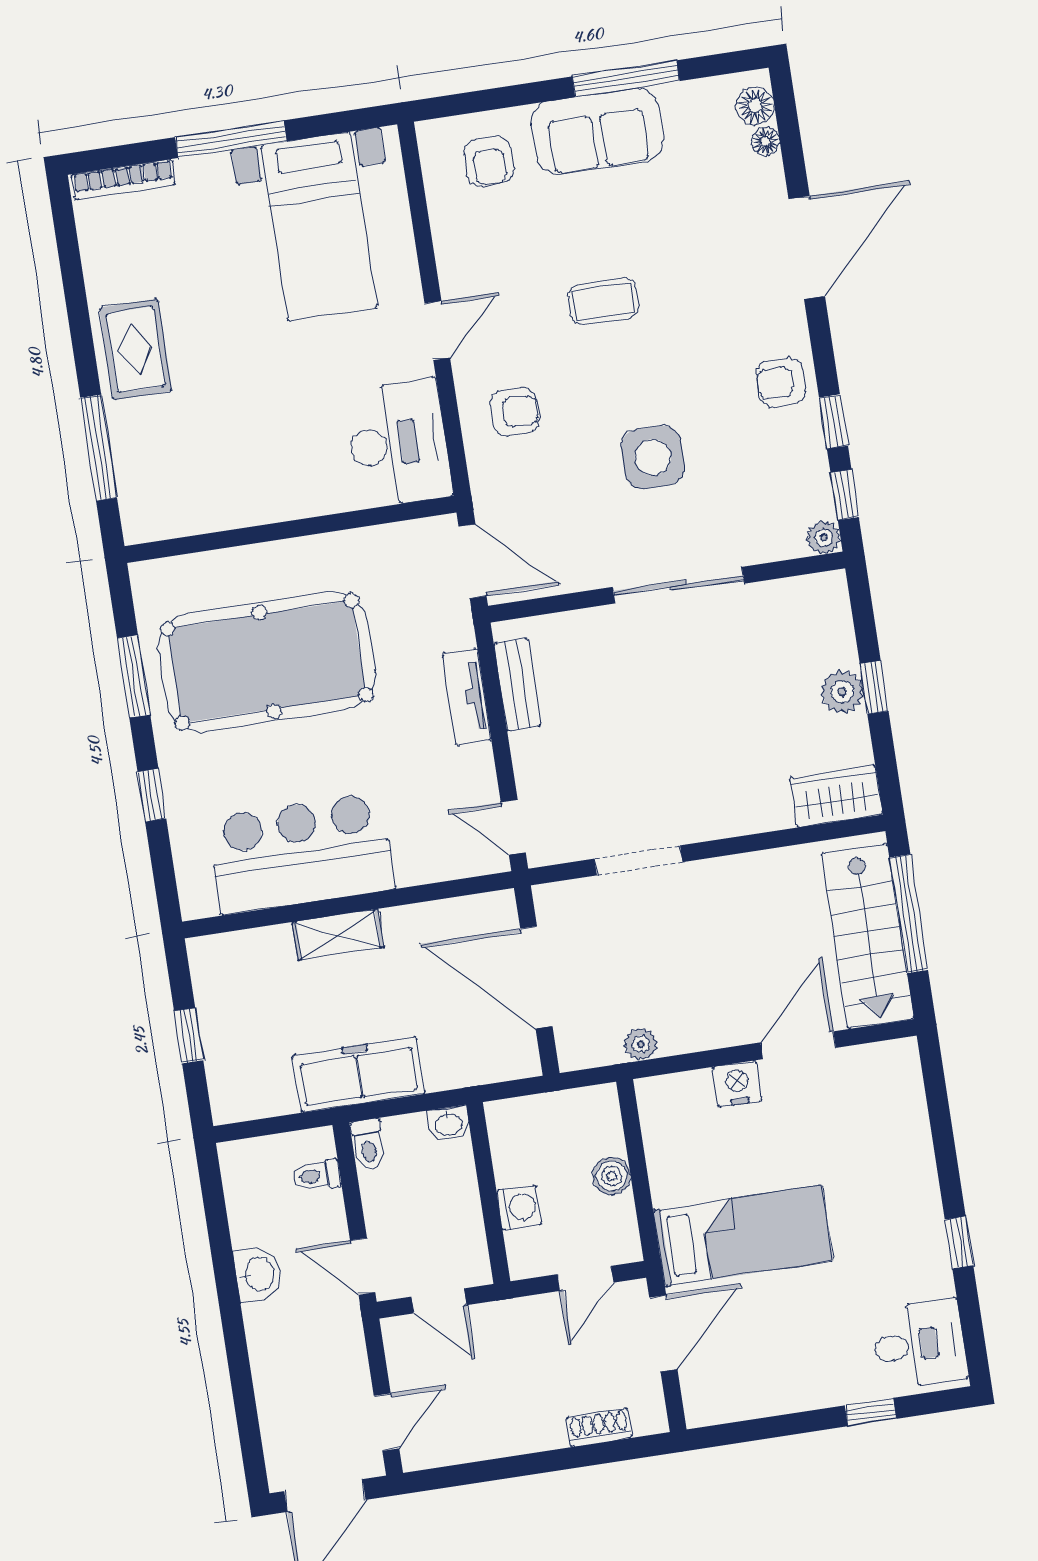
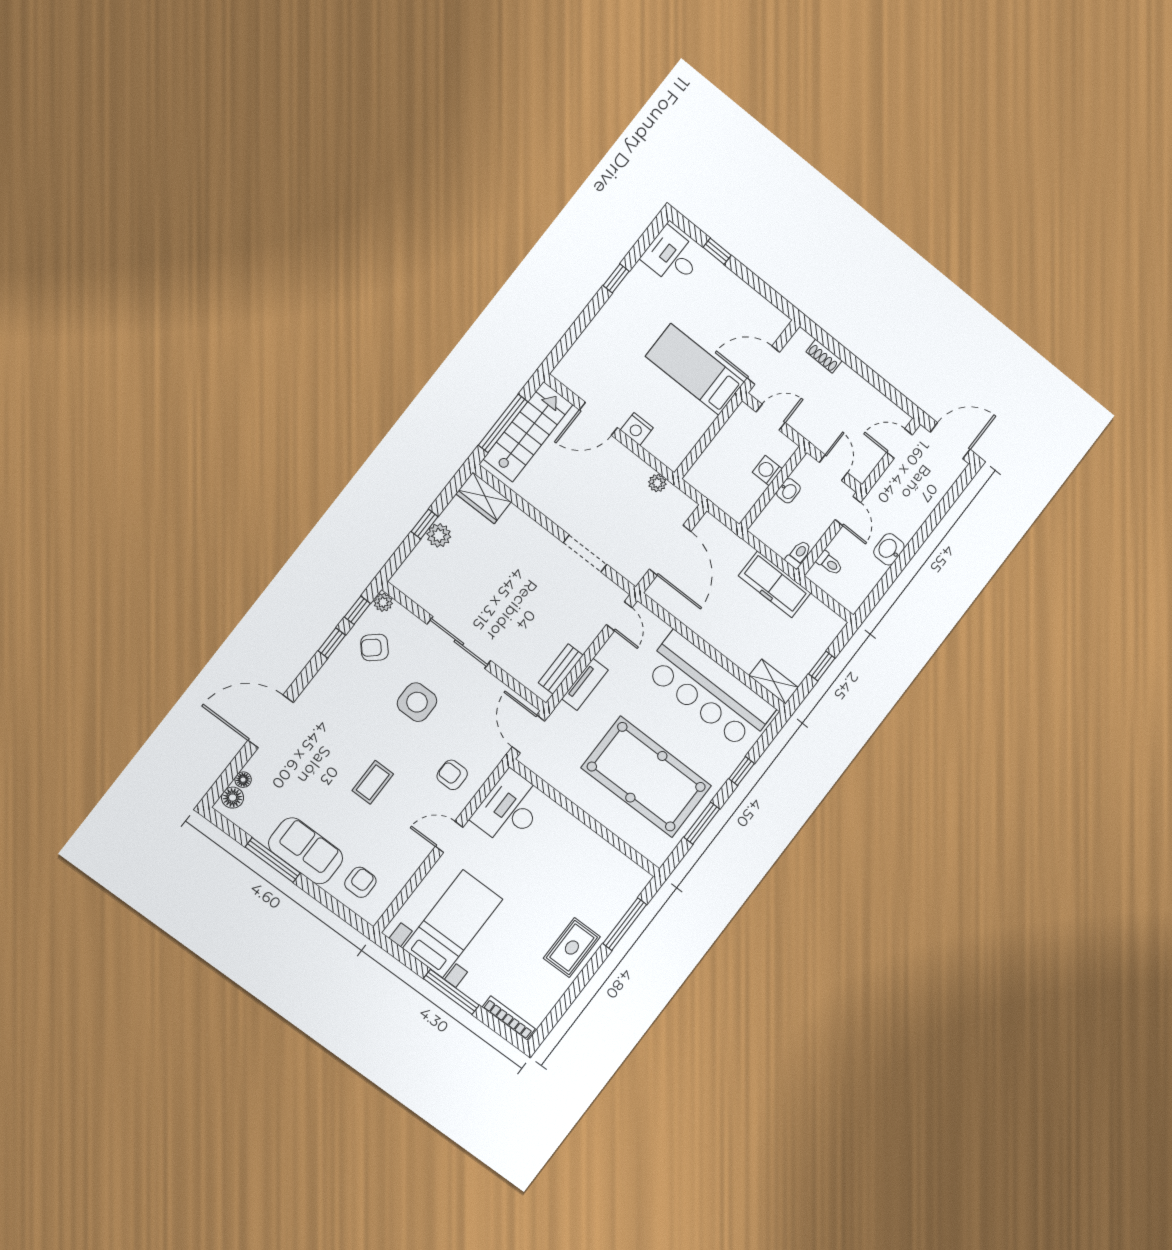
coffee table: (603, 301) -> (373, 782), turned 90
armchair: (781, 382) -> (374, 647), moved, turned 138
bar counter: (301, 854) -> (709, 690), width x1.36
shelving: (338, 935) -> (774, 682), moved
washbasin: (448, 1124) -> (788, 491), moved, turned 90
boiler: (612, 1176) -> (721, 445), removed

